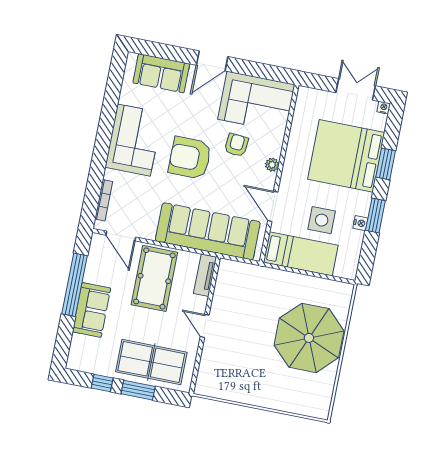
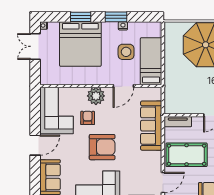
door: (212, 61) -> (35, 145), hinge flipped
armchair: (236, 145) -> (88, 118), turned 85
armchair: (190, 158) -> (102, 147), turned -90
plant: (272, 165) -> (96, 96), width x1.87, depth x1.87
sofa: (208, 231) -> (151, 126), width x0.74, depth x0.79

